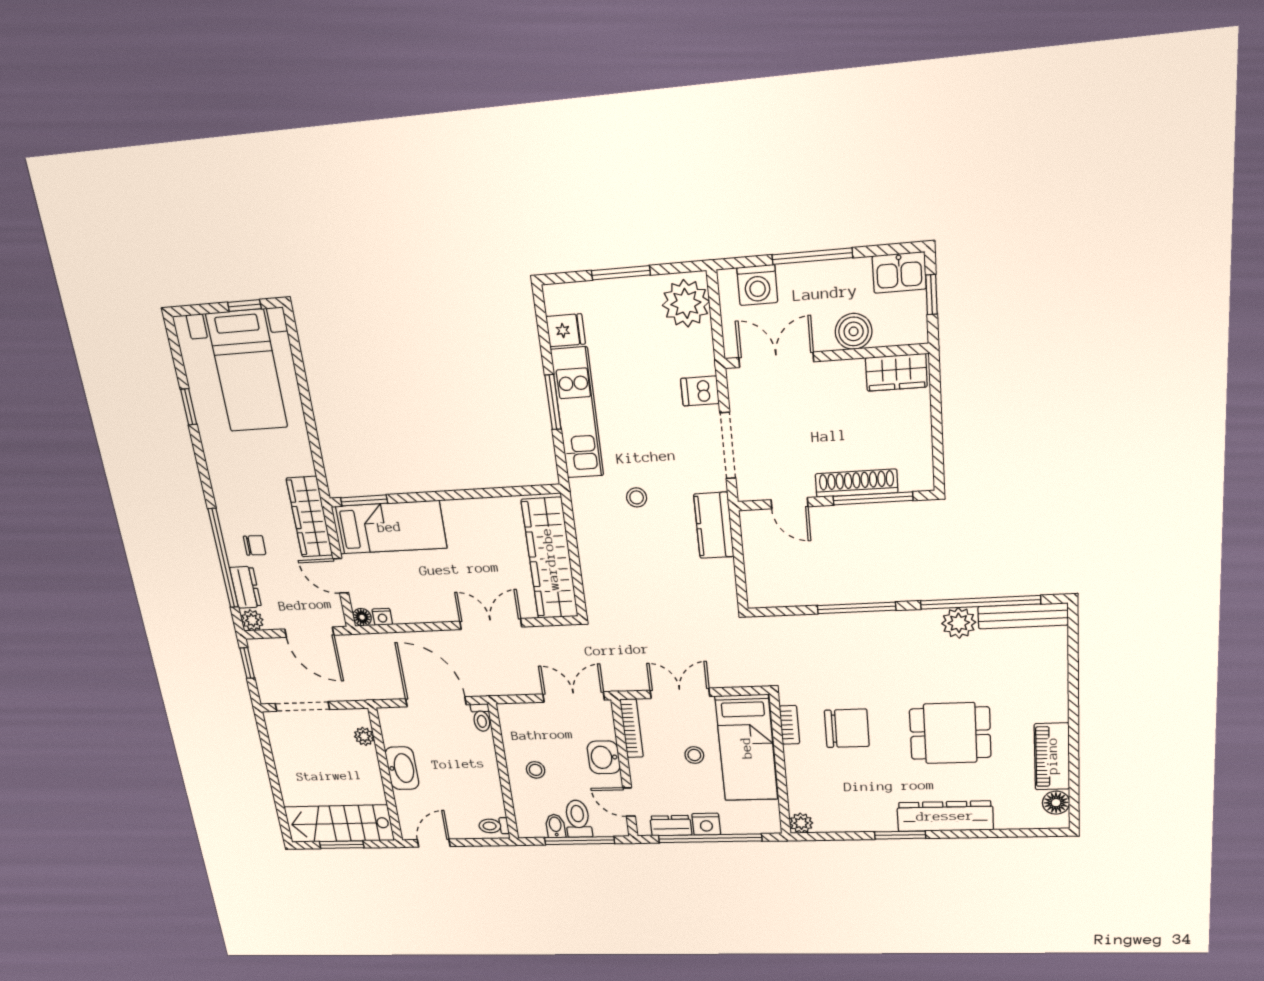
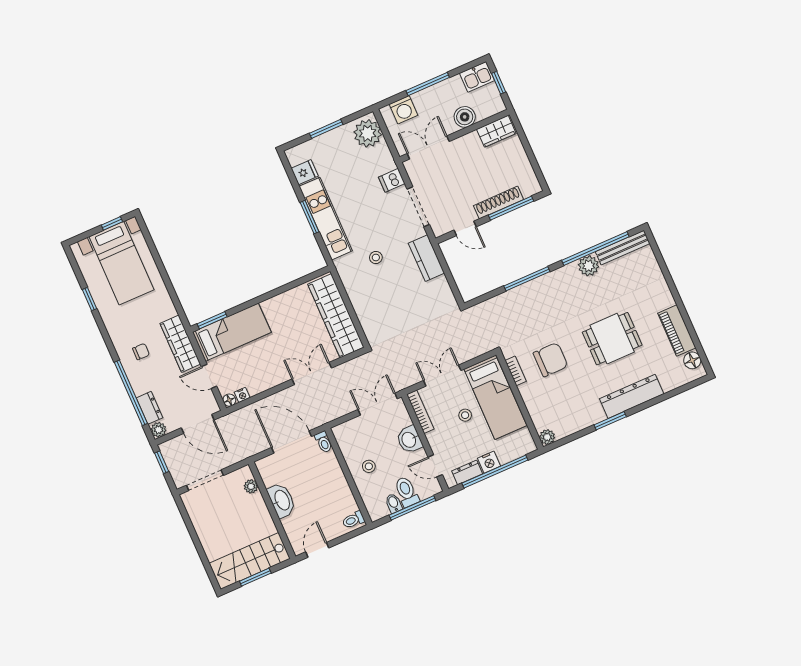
chair: (255, 545) -> (141, 352), moved

